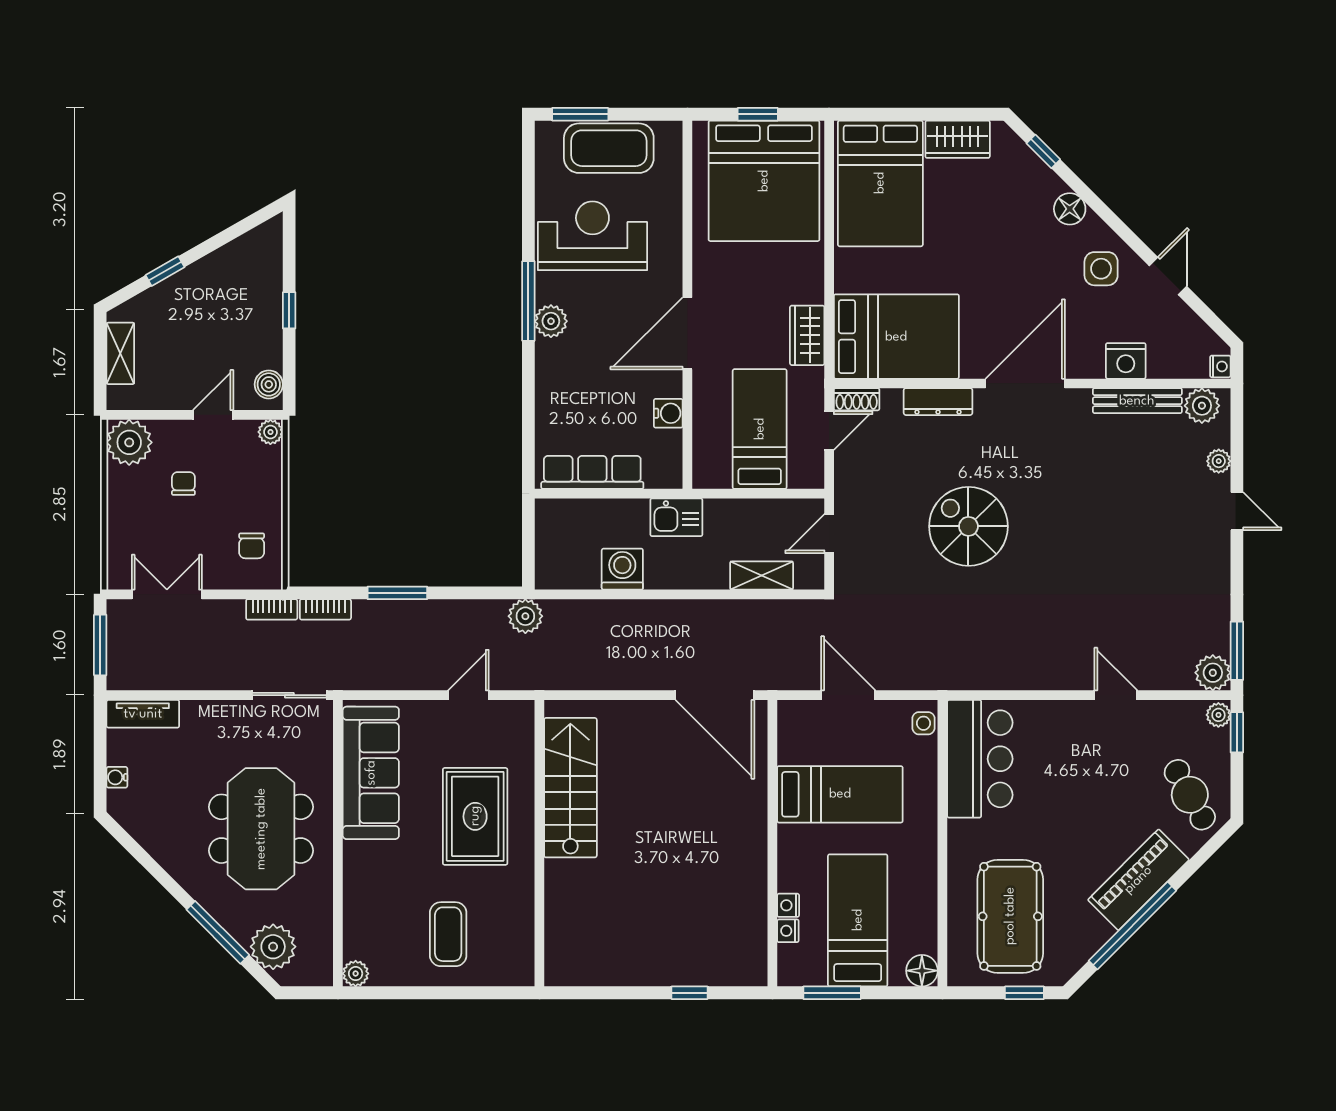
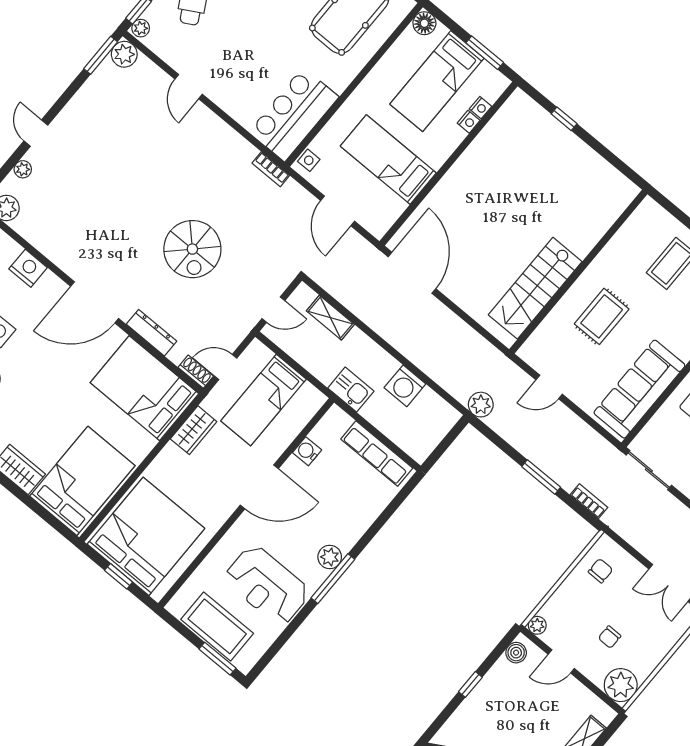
bench: (1137, 401) -> (40, 241), removed
bookcase: (272, 609) -> (271, 169), moved, turned 180
rug: (475, 816) -> (602, 316), width x0.73, depth x0.70

